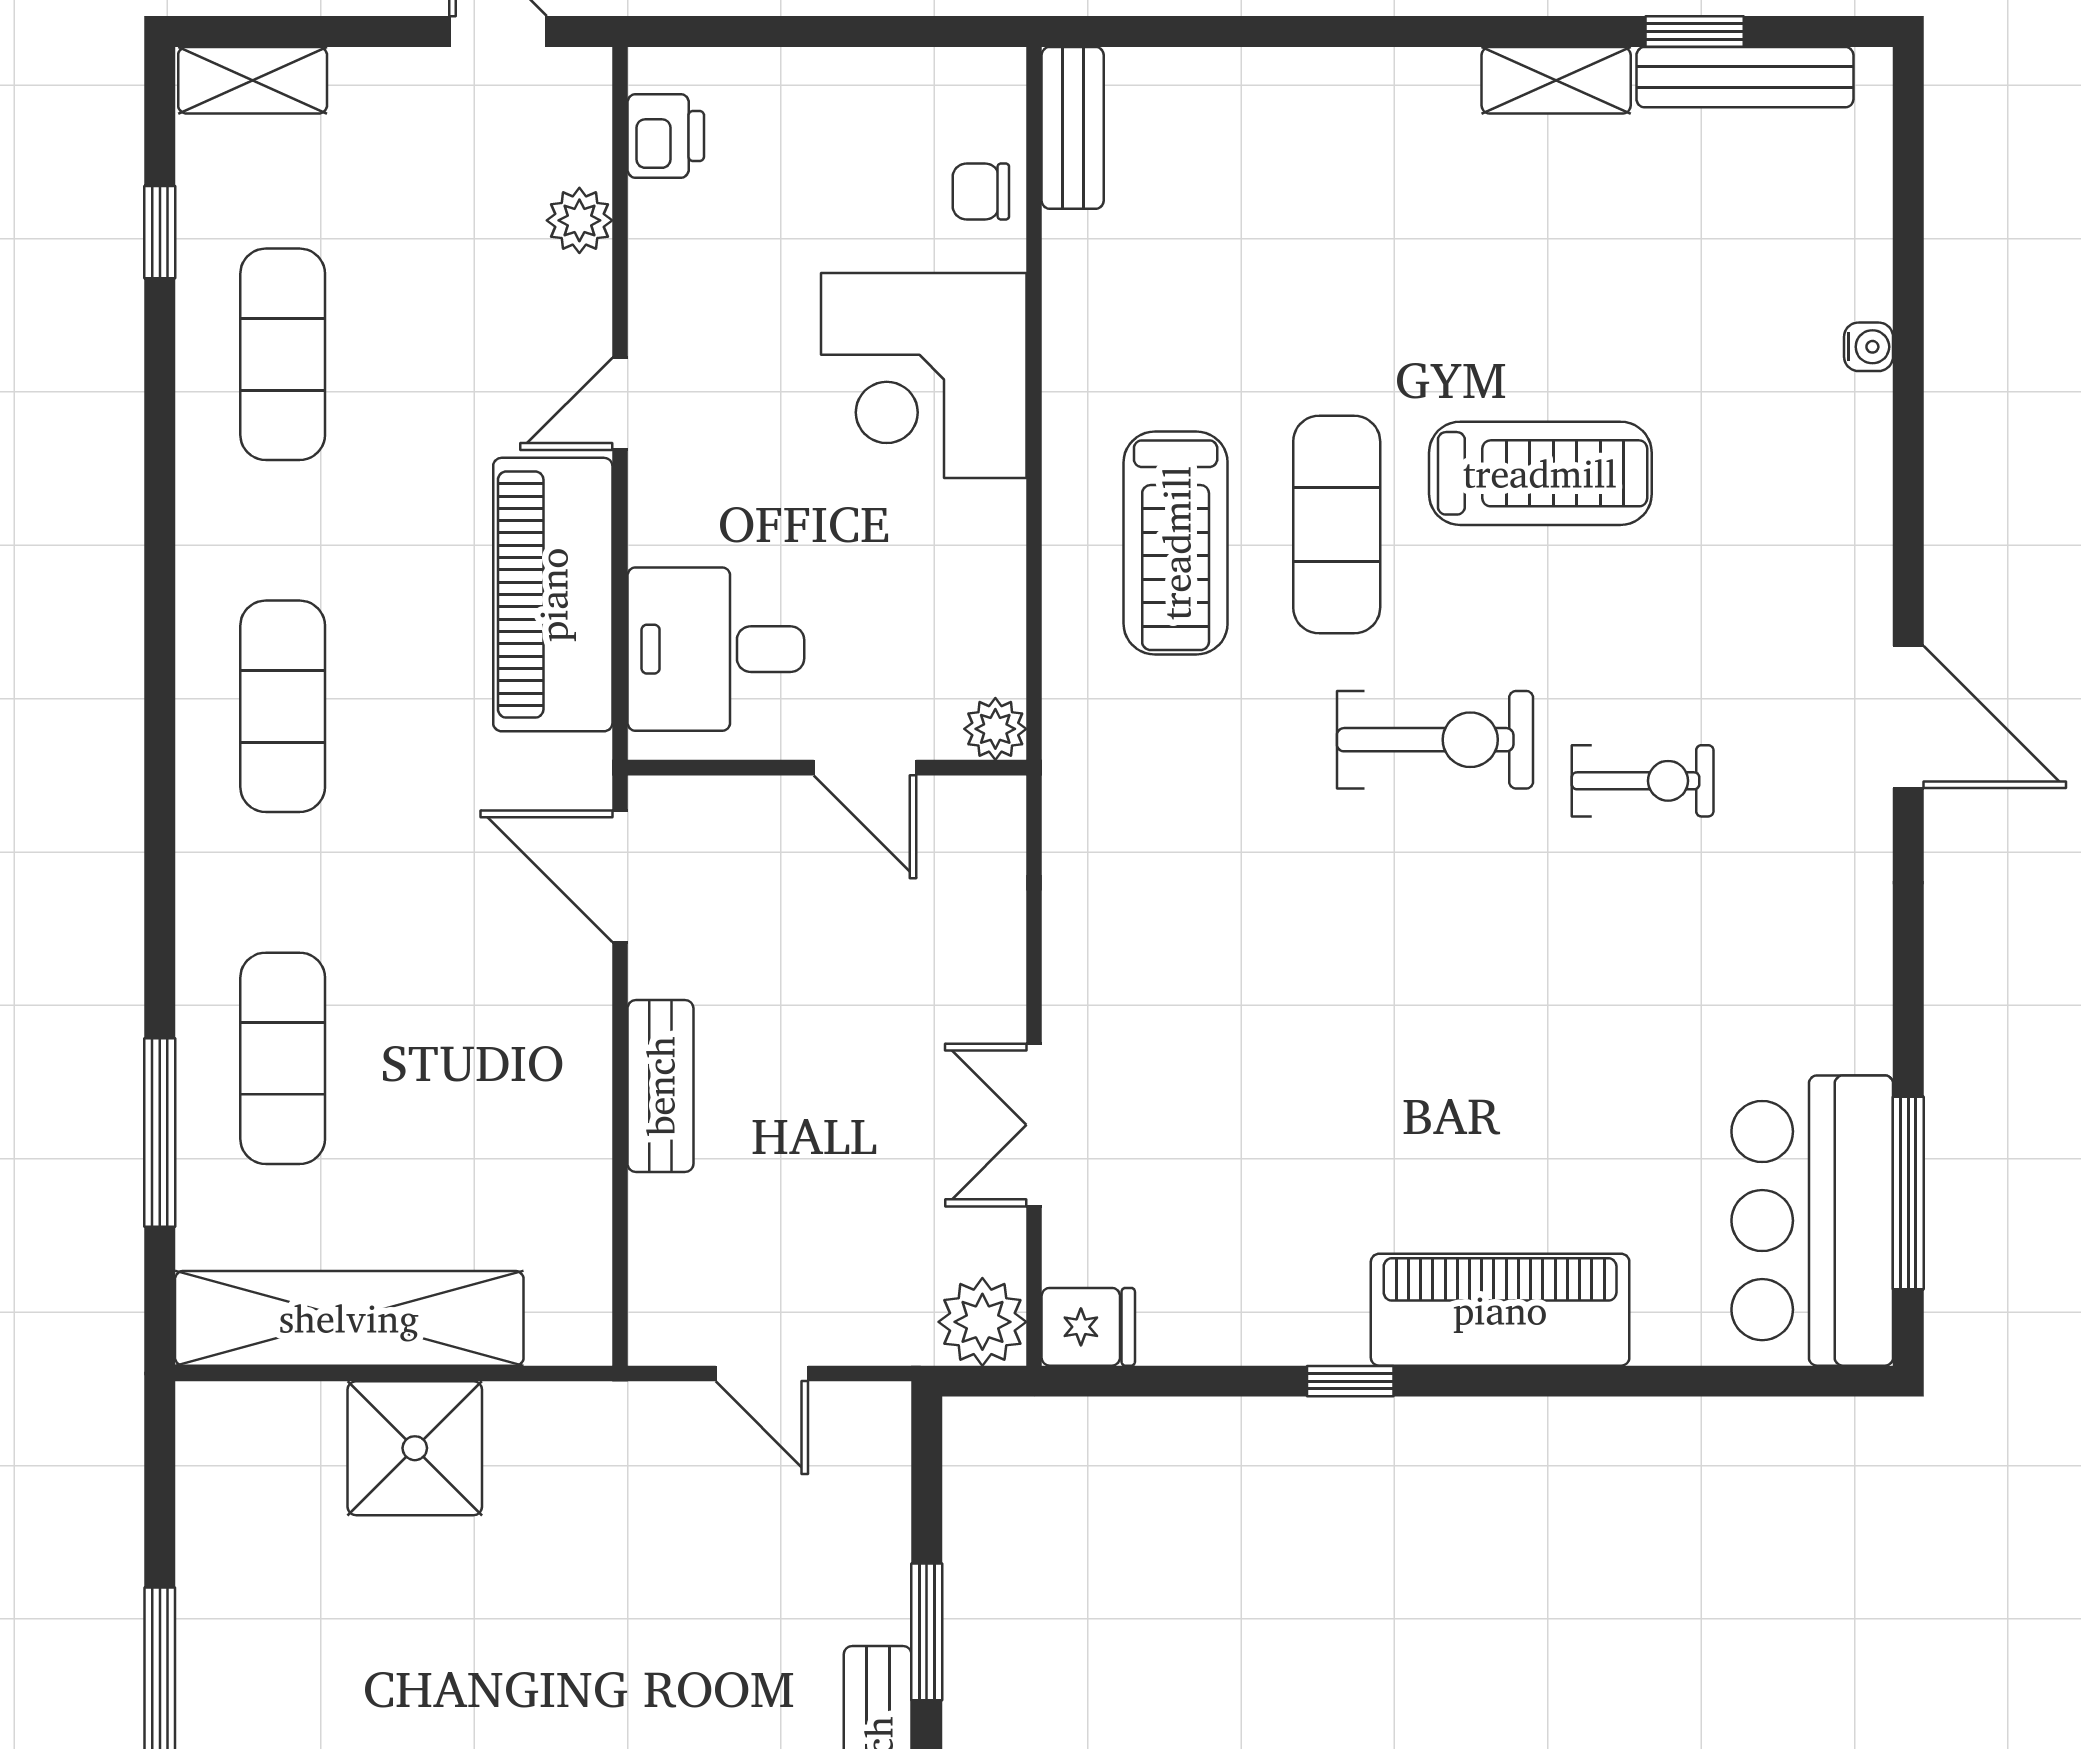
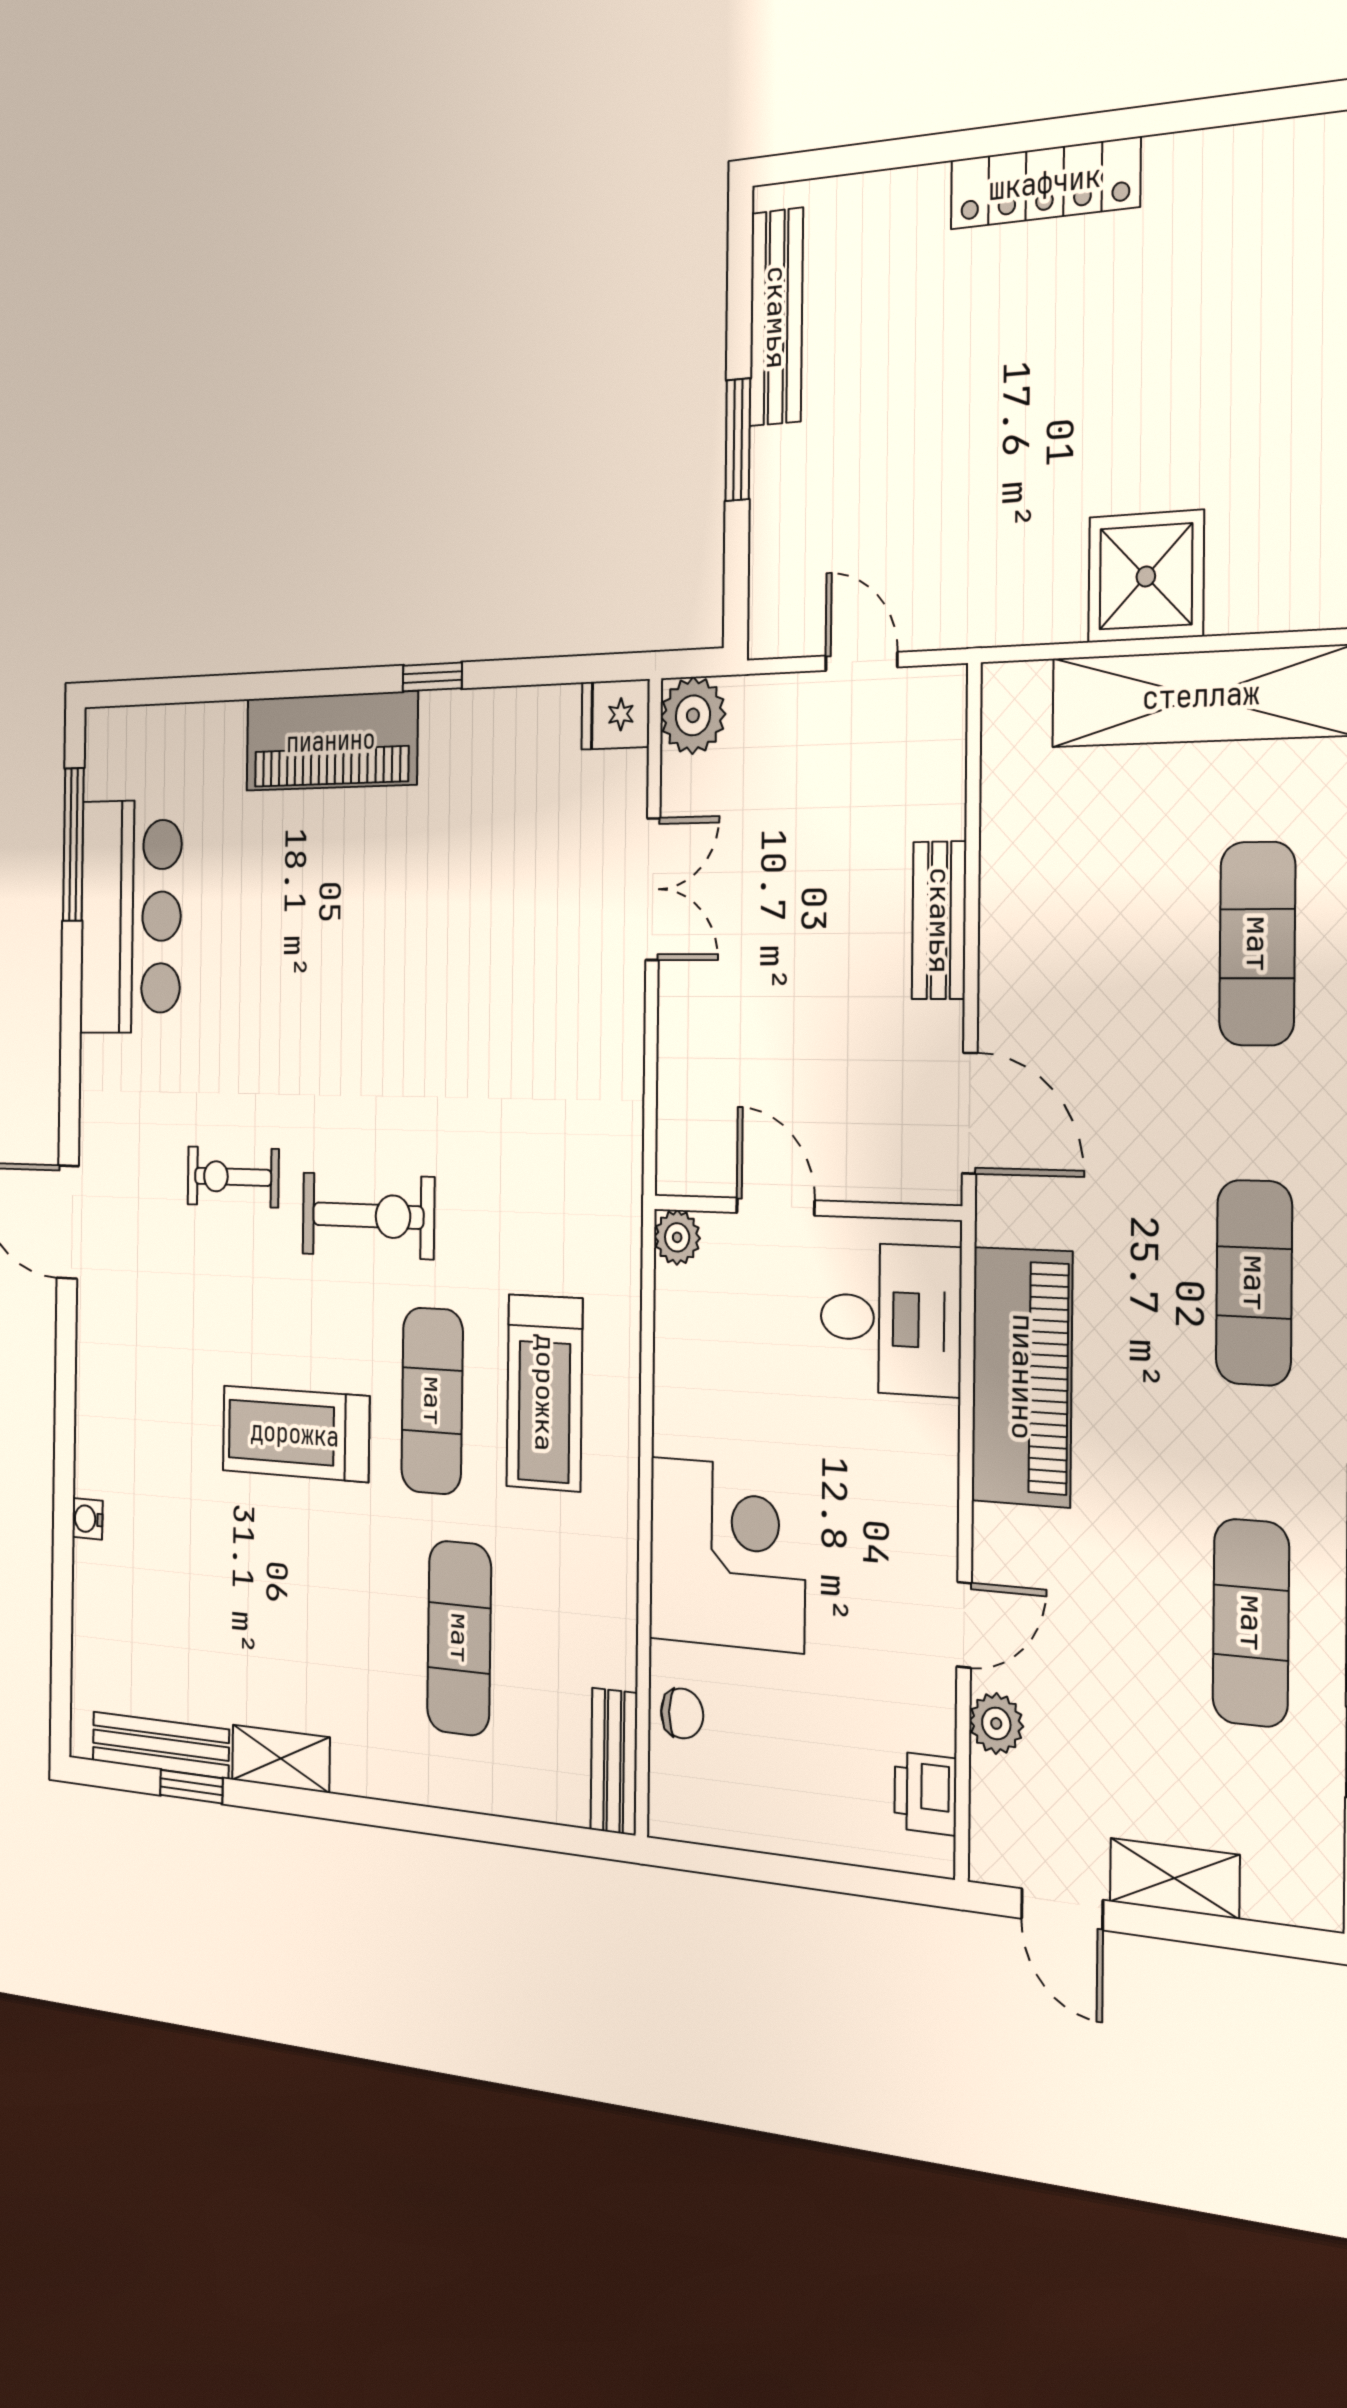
shelving: (253, 80) -> (1174, 1878), moved
exercise mat: (1293, 249) -> (459, 1638), added
door: (620, 404) -> (964, 1625), moved
treadmill: (1176, 543) -> (544, 1393), turned 180
exercise bike: (1435, 740) -> (368, 1216), turned 180
bar counter: (1812, 1221) -> (131, 917), moved

